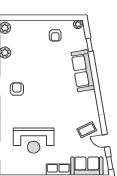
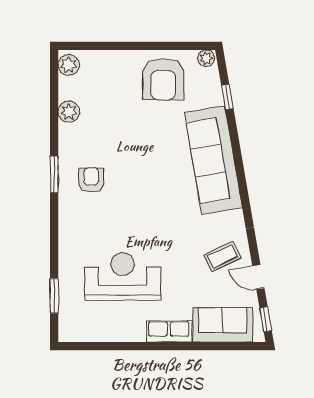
armchair: (55, 35) -> (163, 79), width x1.88, depth x1.88
sofa: (83, 71) -> (213, 160), width x1.36, depth x1.27
reception desk: (34, 141) -> (123, 277), turned 180

